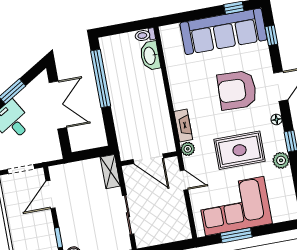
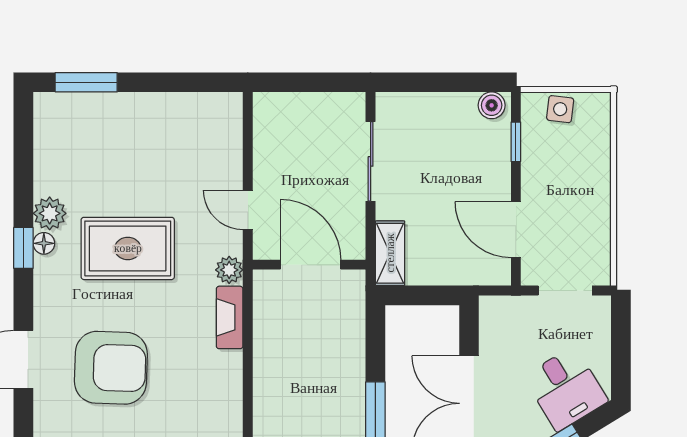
floor lamp: (276, 119) -> (44, 243), moved
door: (51, 194) -> (516, 230), swing flipped
corner sofa: (235, 206) -> (158, 140), removed
window: (236, 235) -> (86, 82), moved

